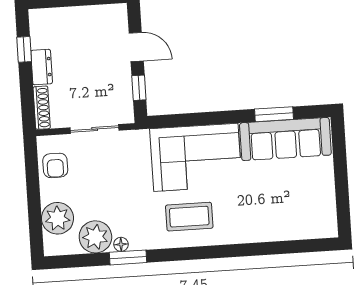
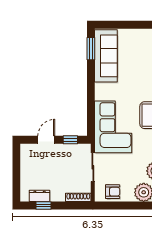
dresser: (42, 67) -> (40, 196), moved
window: (274, 114) -> (91, 49), moved
corner sofa: (196, 157) -> (113, 127), moved

